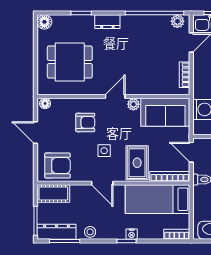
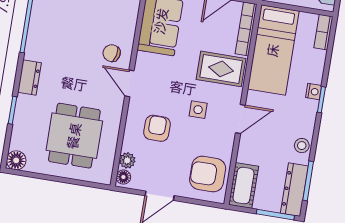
chair: (136, 80) -> (112, 53), added
plant: (133, 104) -> (127, 160), moved
armchair: (58, 166) -> (208, 174), turned -90

